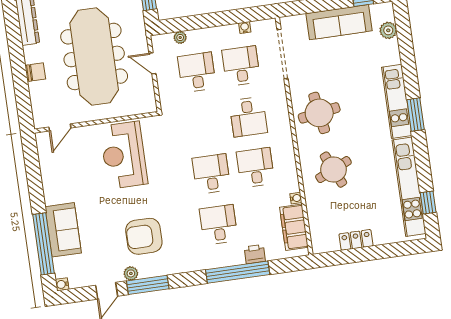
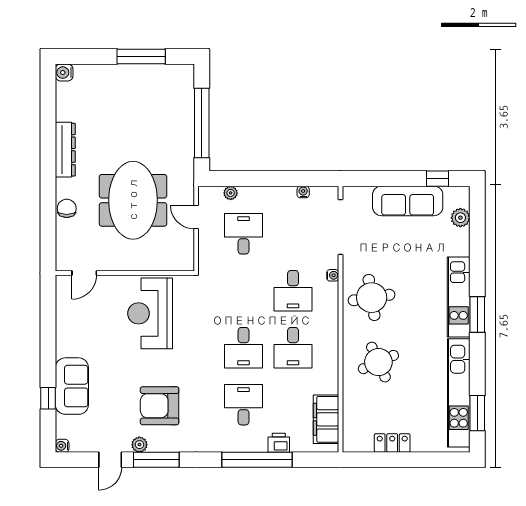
meeting table: (94, 56) -> (133, 200), width x0.73
desk: (241, 66) -> (293, 234), removed
chair: (36, 72) -> (67, 208), turned -90
desk: (255, 168) -> (293, 348), turned 180
desk: (211, 174) -> (244, 348), turned 180
water cooler: (296, 198) -> (333, 275), moved
window: (428, 203) -> (477, 413), width x1.50
window: (44, 244) -> (48, 398), width x0.32

